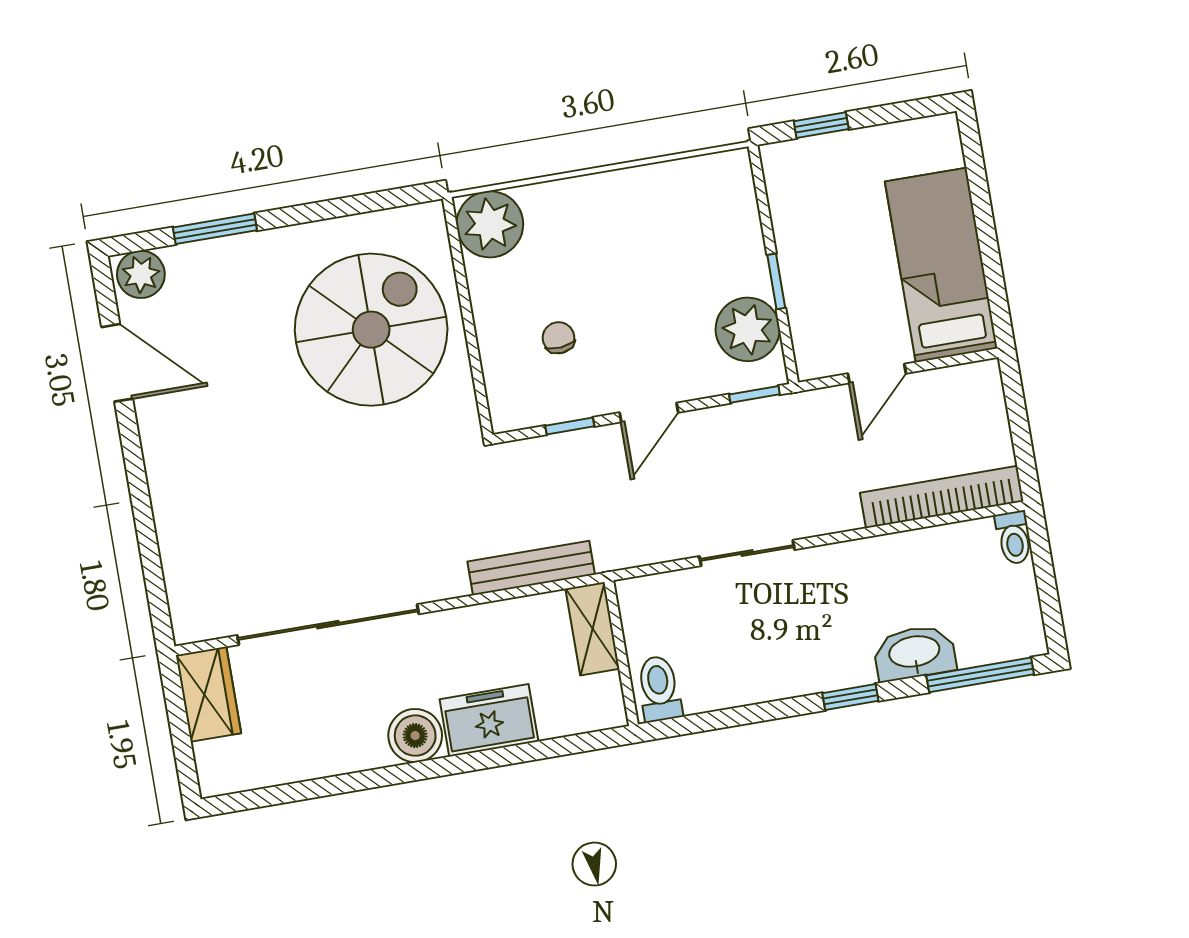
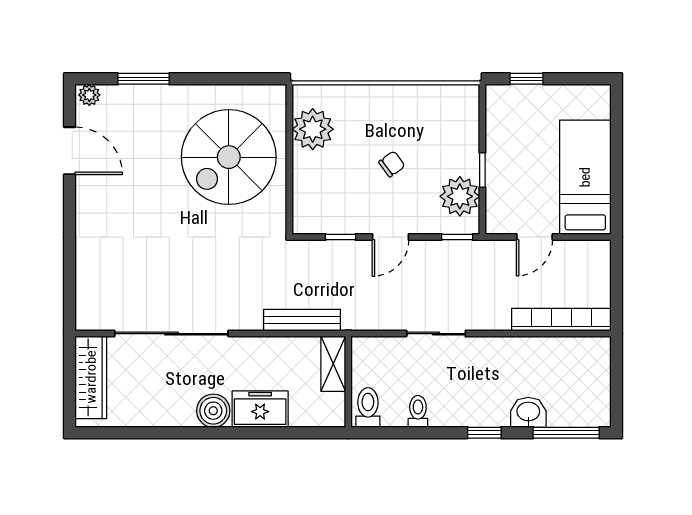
plant: (490, 224) -> (313, 129), moved
plant: (141, 274) -> (89, 95), width x0.73, depth x0.73
spiral stairs: (371, 330) -> (229, 157), turned 180
chair: (559, 338) -> (392, 164), moved, turned 59
toilet: (1014, 538) -> (418, 411), moved, turned 180
washbasin: (915, 653) -> (528, 412), width x0.72
wardrobe: (208, 694) -> (91, 377), width x1.50

